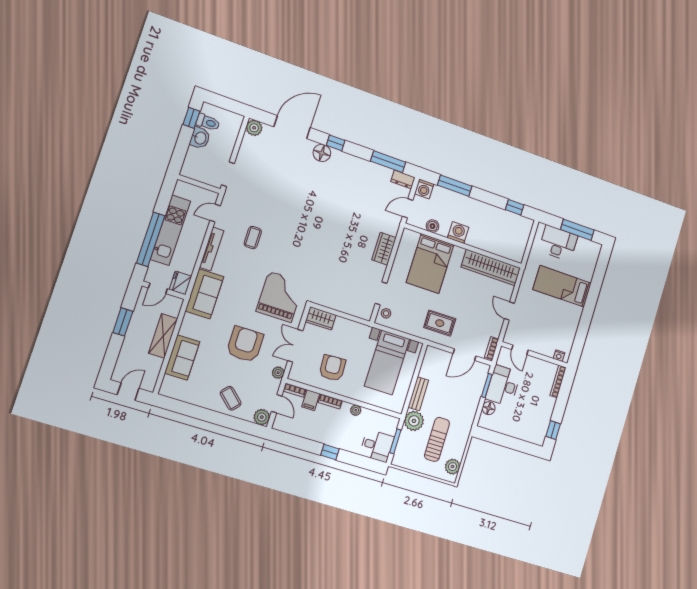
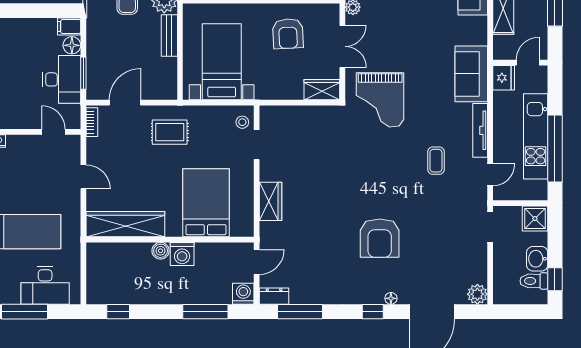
floor lamp: (322, 153) -> (391, 298), width x0.53, depth x0.53
shower: (192, 169) -> (535, 219), added
boiler: (432, 226) -> (161, 251), moved
window: (151, 239) -> (555, 148), moved
armchair: (245, 344) -> (380, 238), moved
filing cabinet: (486, 422) -> (69, 26), added

